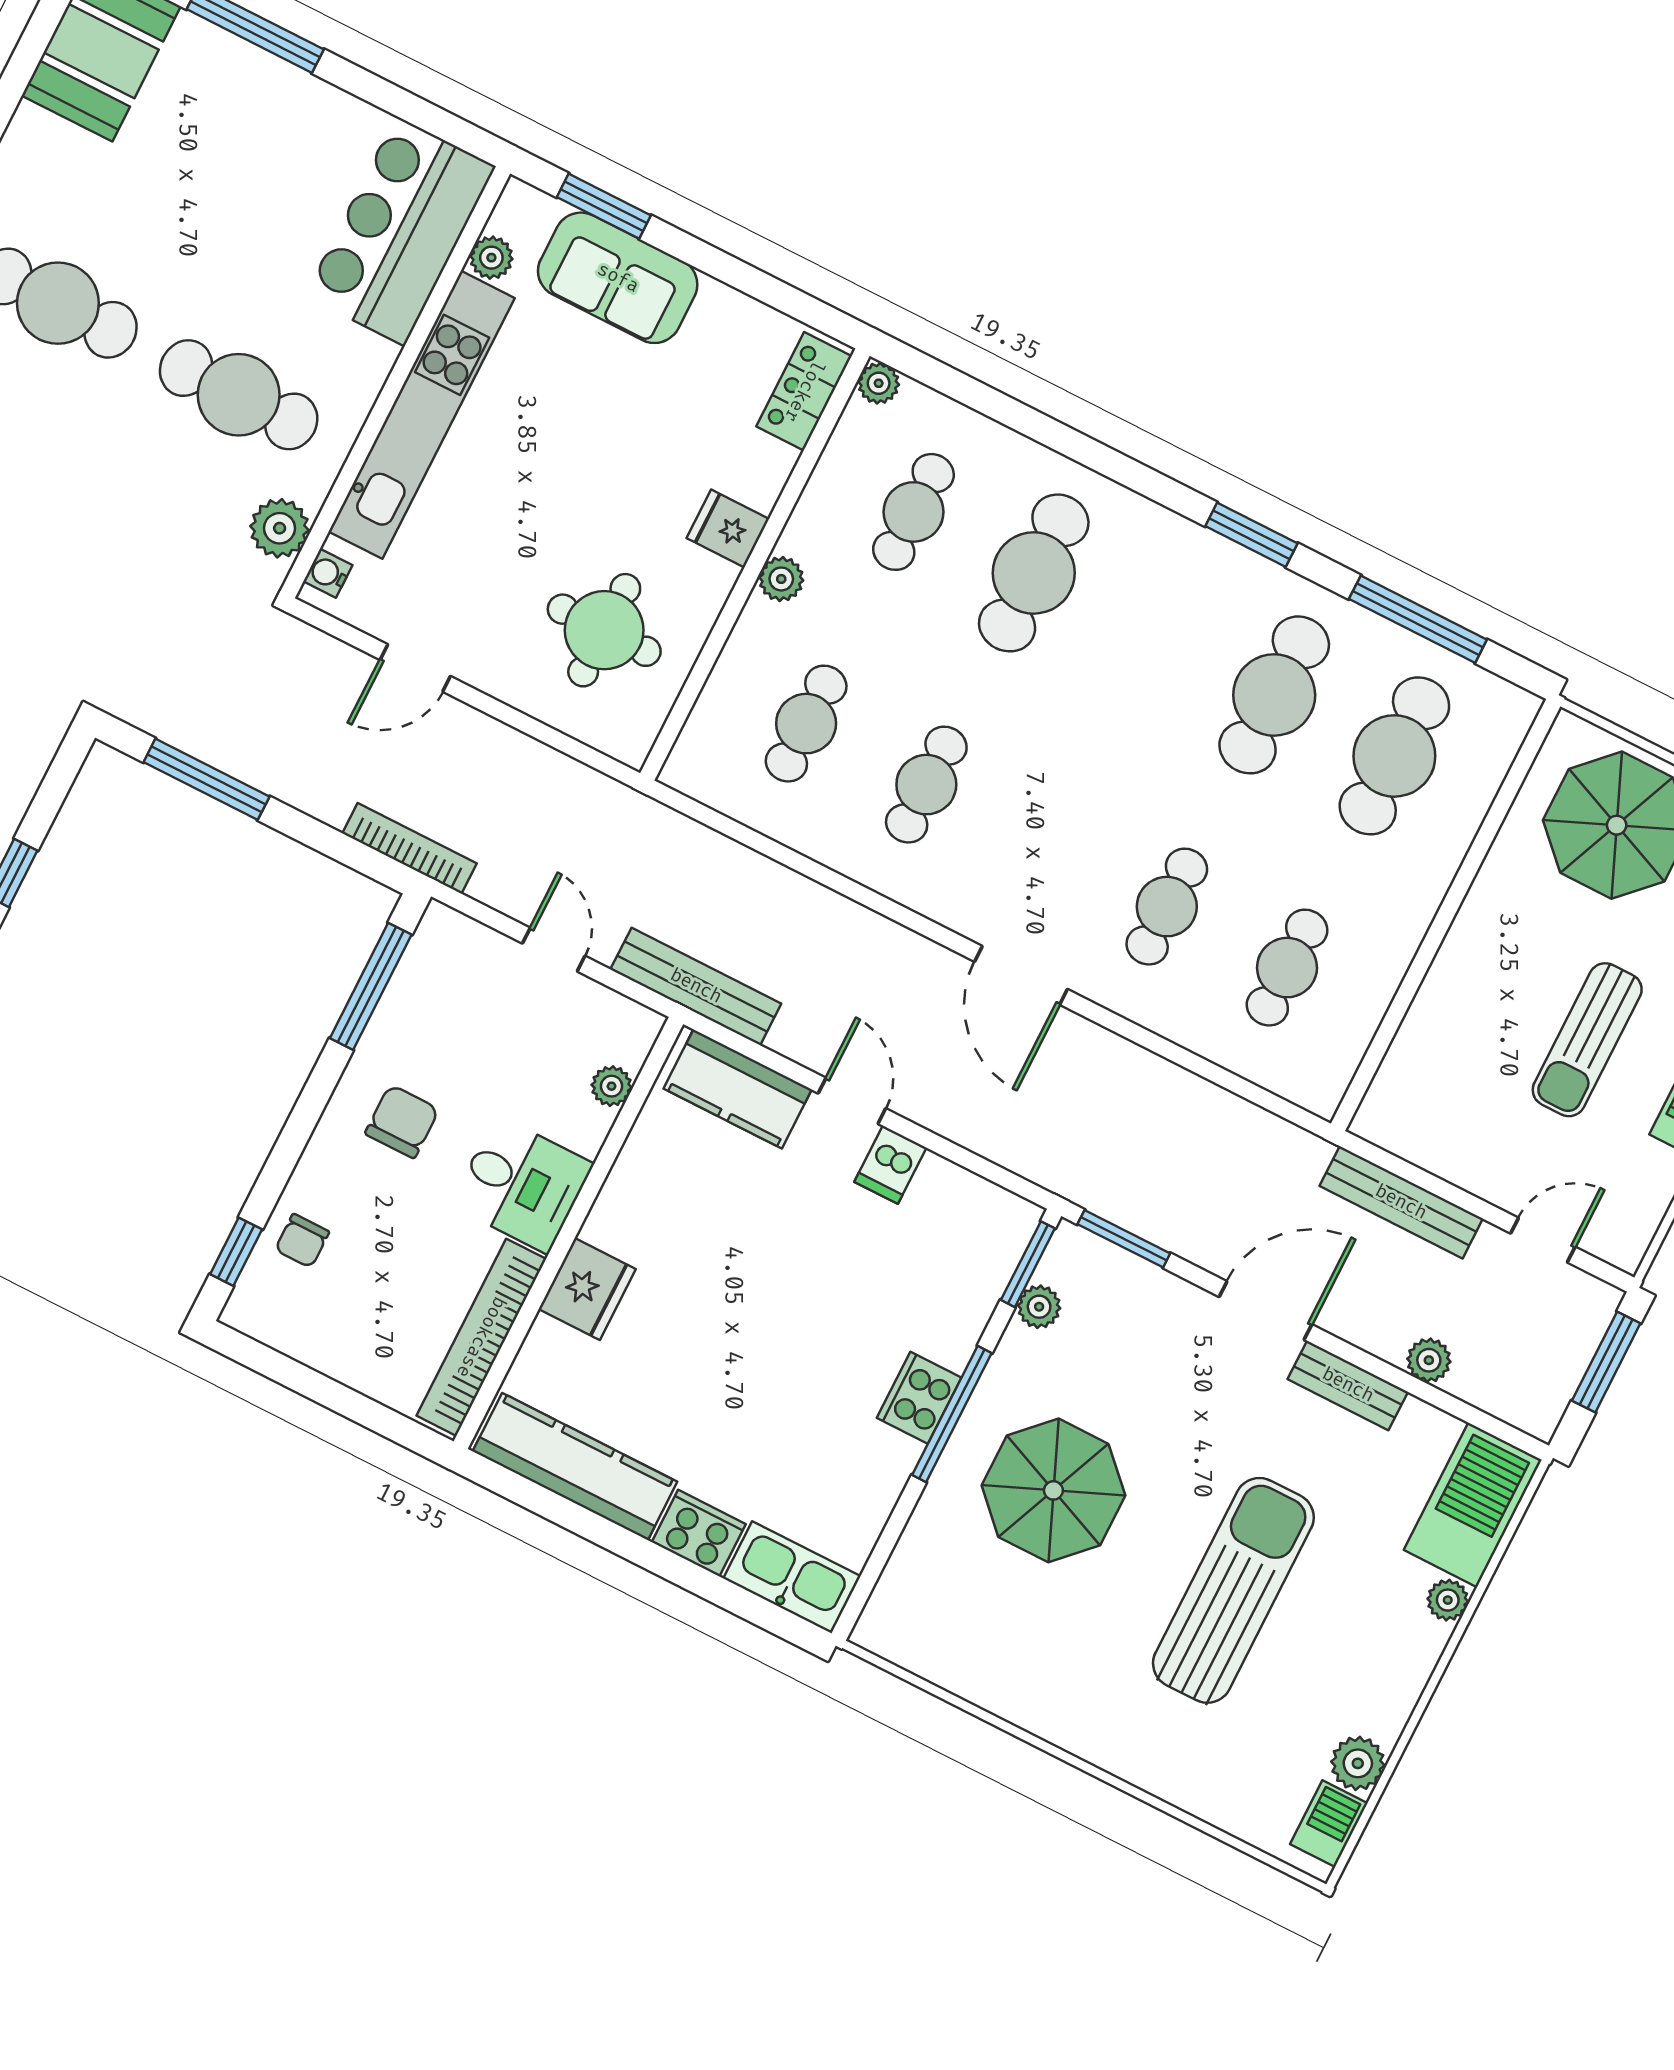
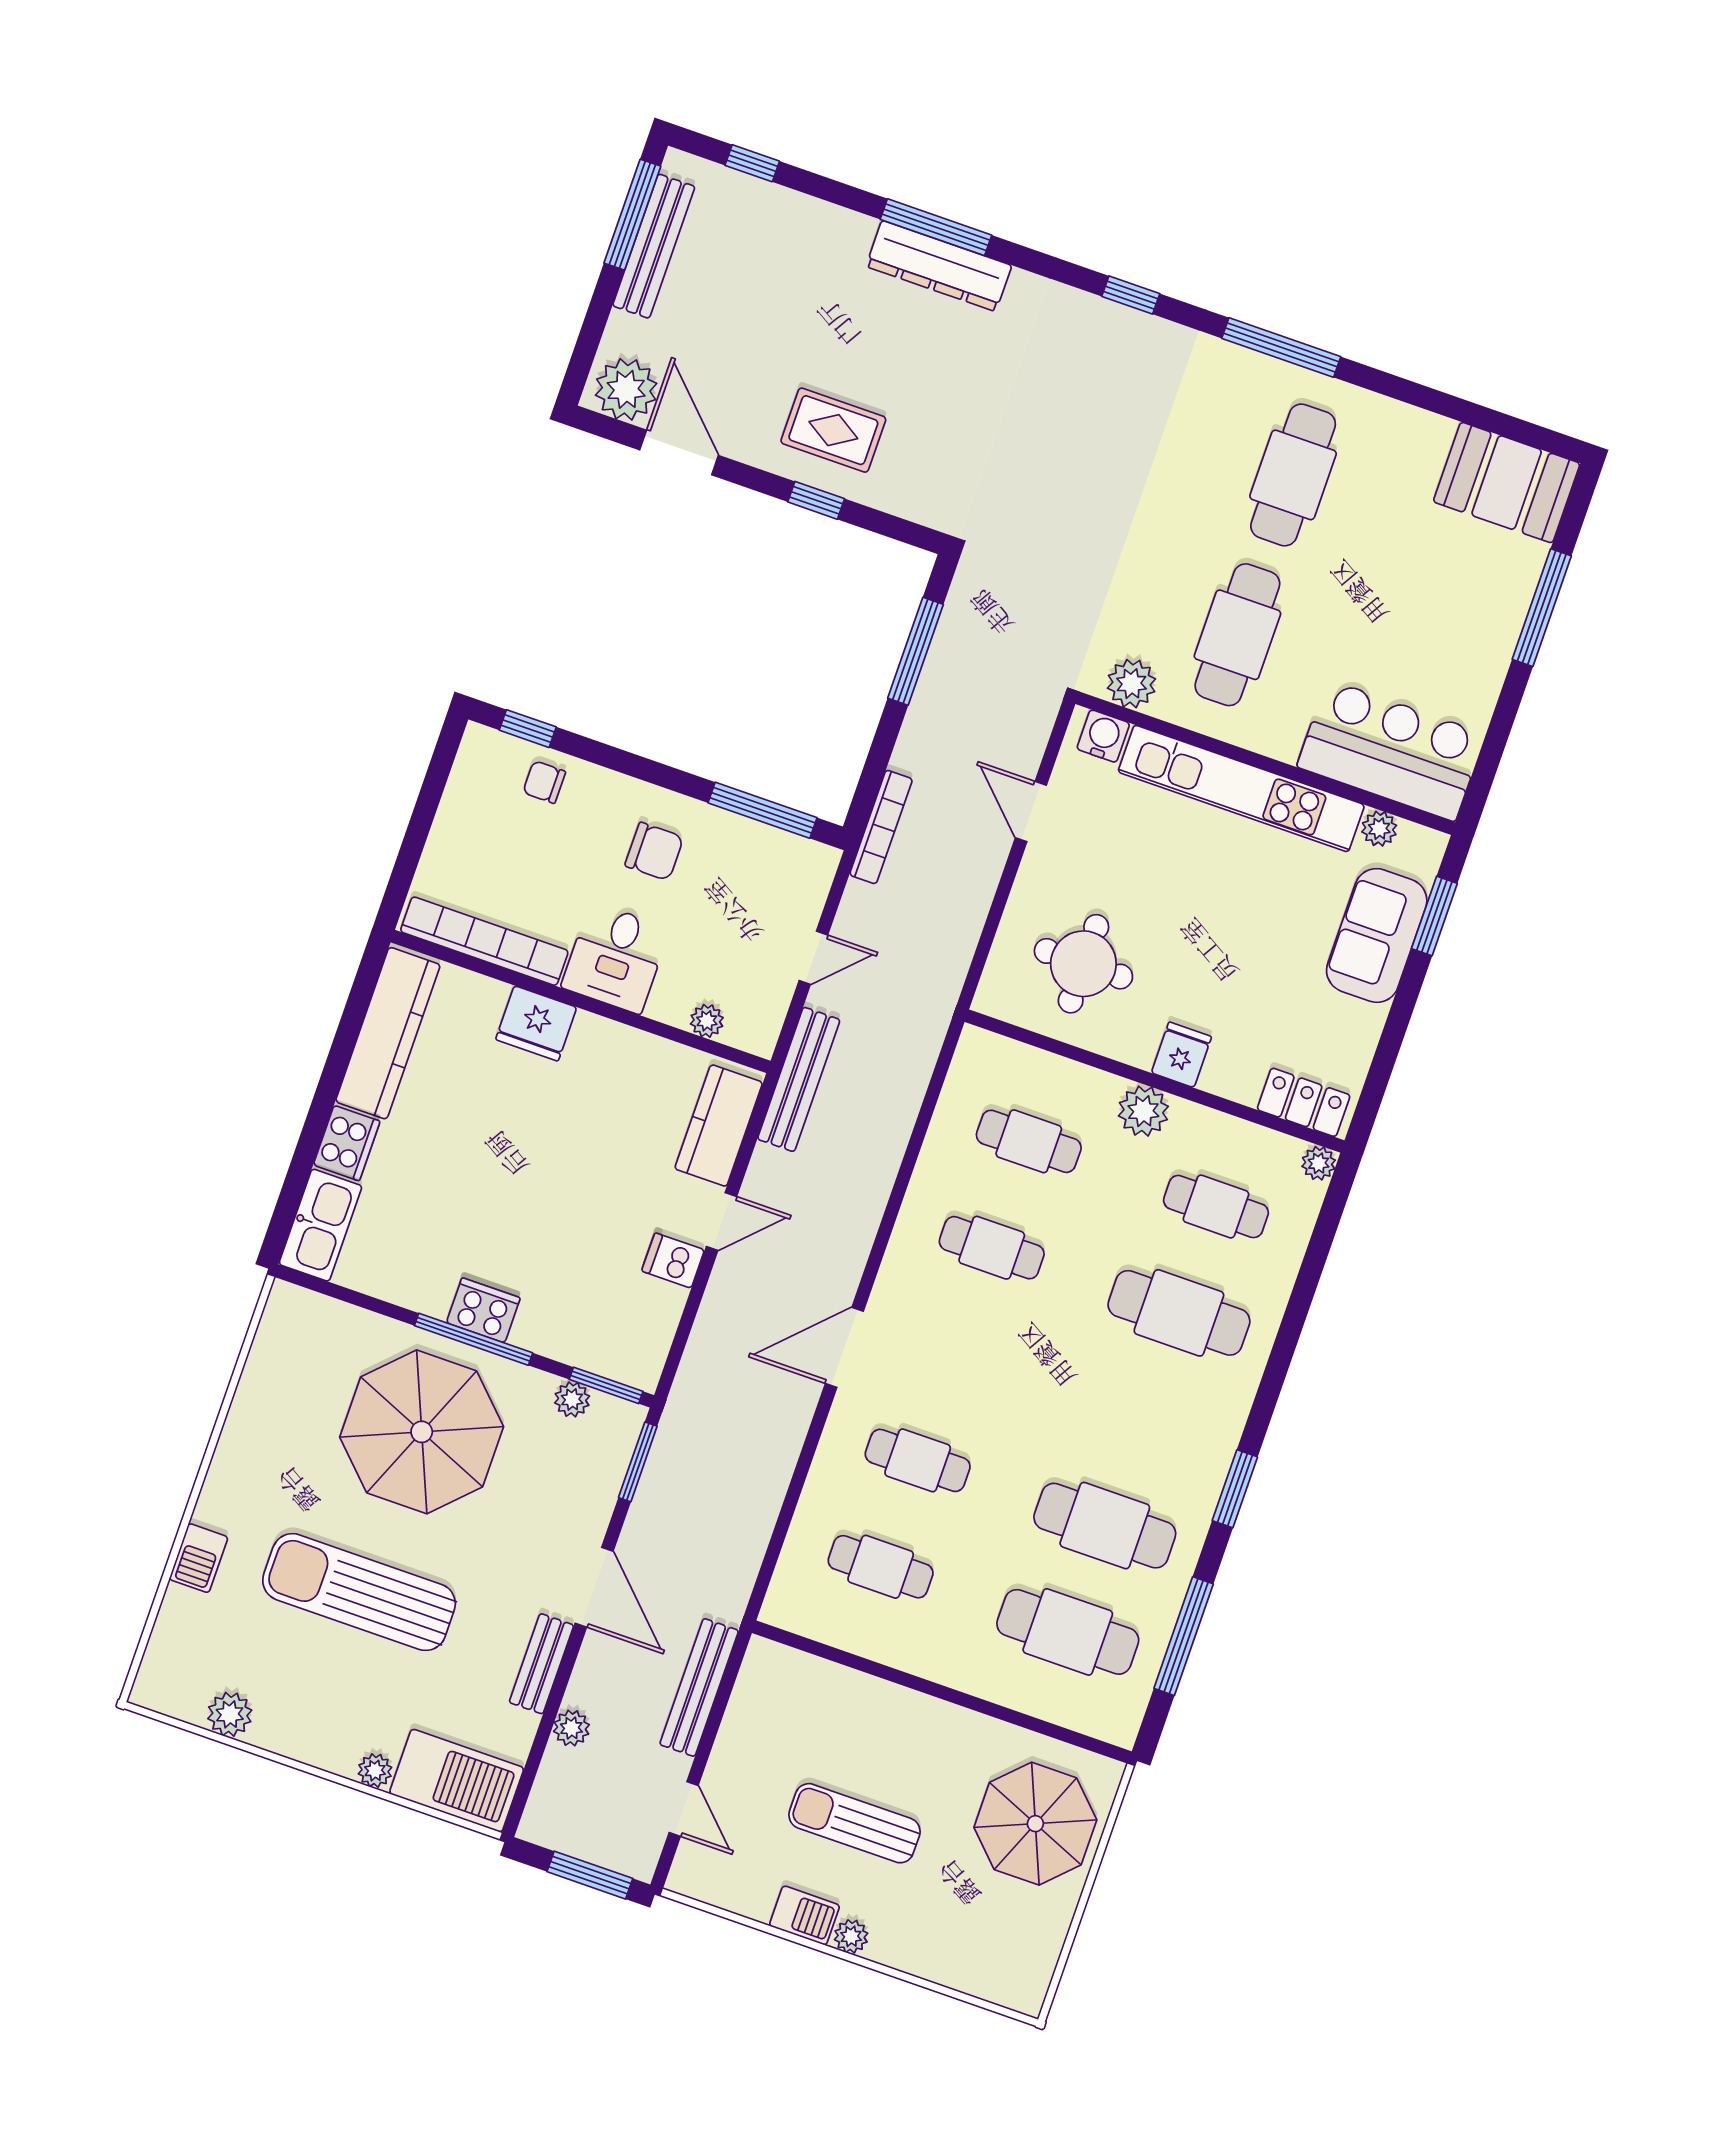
water cooler: (328, 573) -> (1103, 736), width x1.38, depth x1.38
plant: (781, 579) -> (1143, 1111), width x1.38, depth x1.38
parasol: (1053, 1490) -> (422, 1432), width x1.36, depth x1.36
sun lounger: (1233, 1590) -> (359, 1592), turned 180
barbecue: (1329, 1824) -> (199, 1558), moved, turned 90

